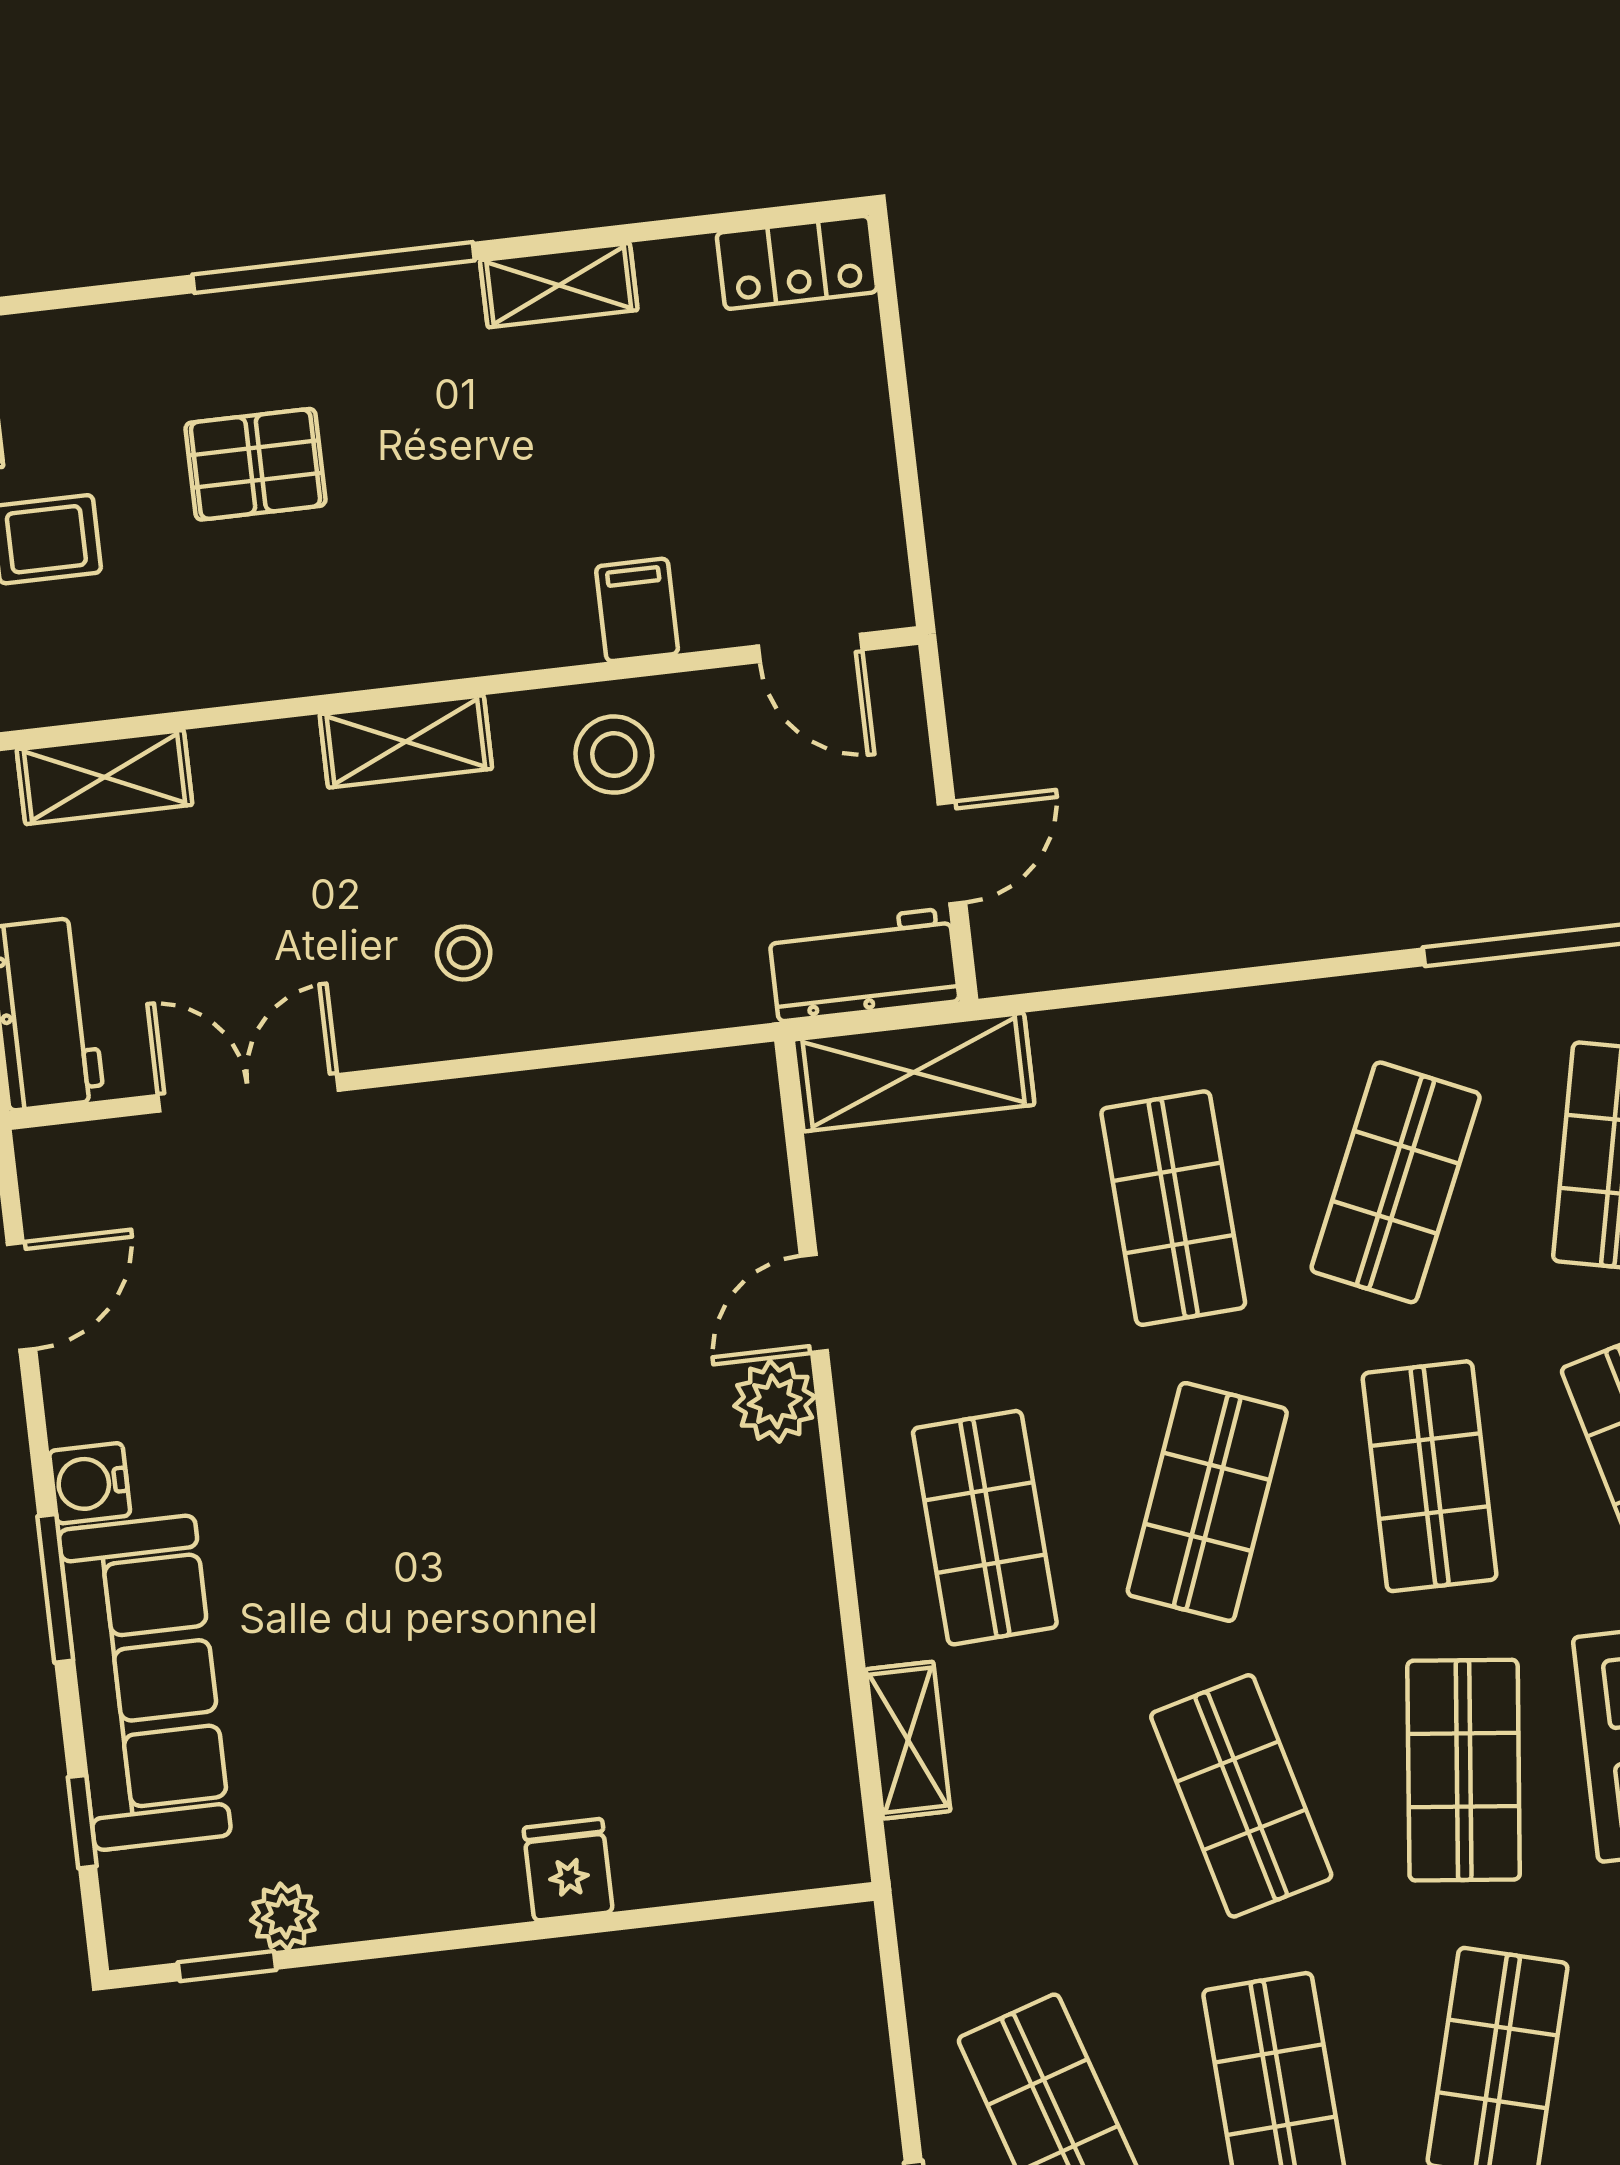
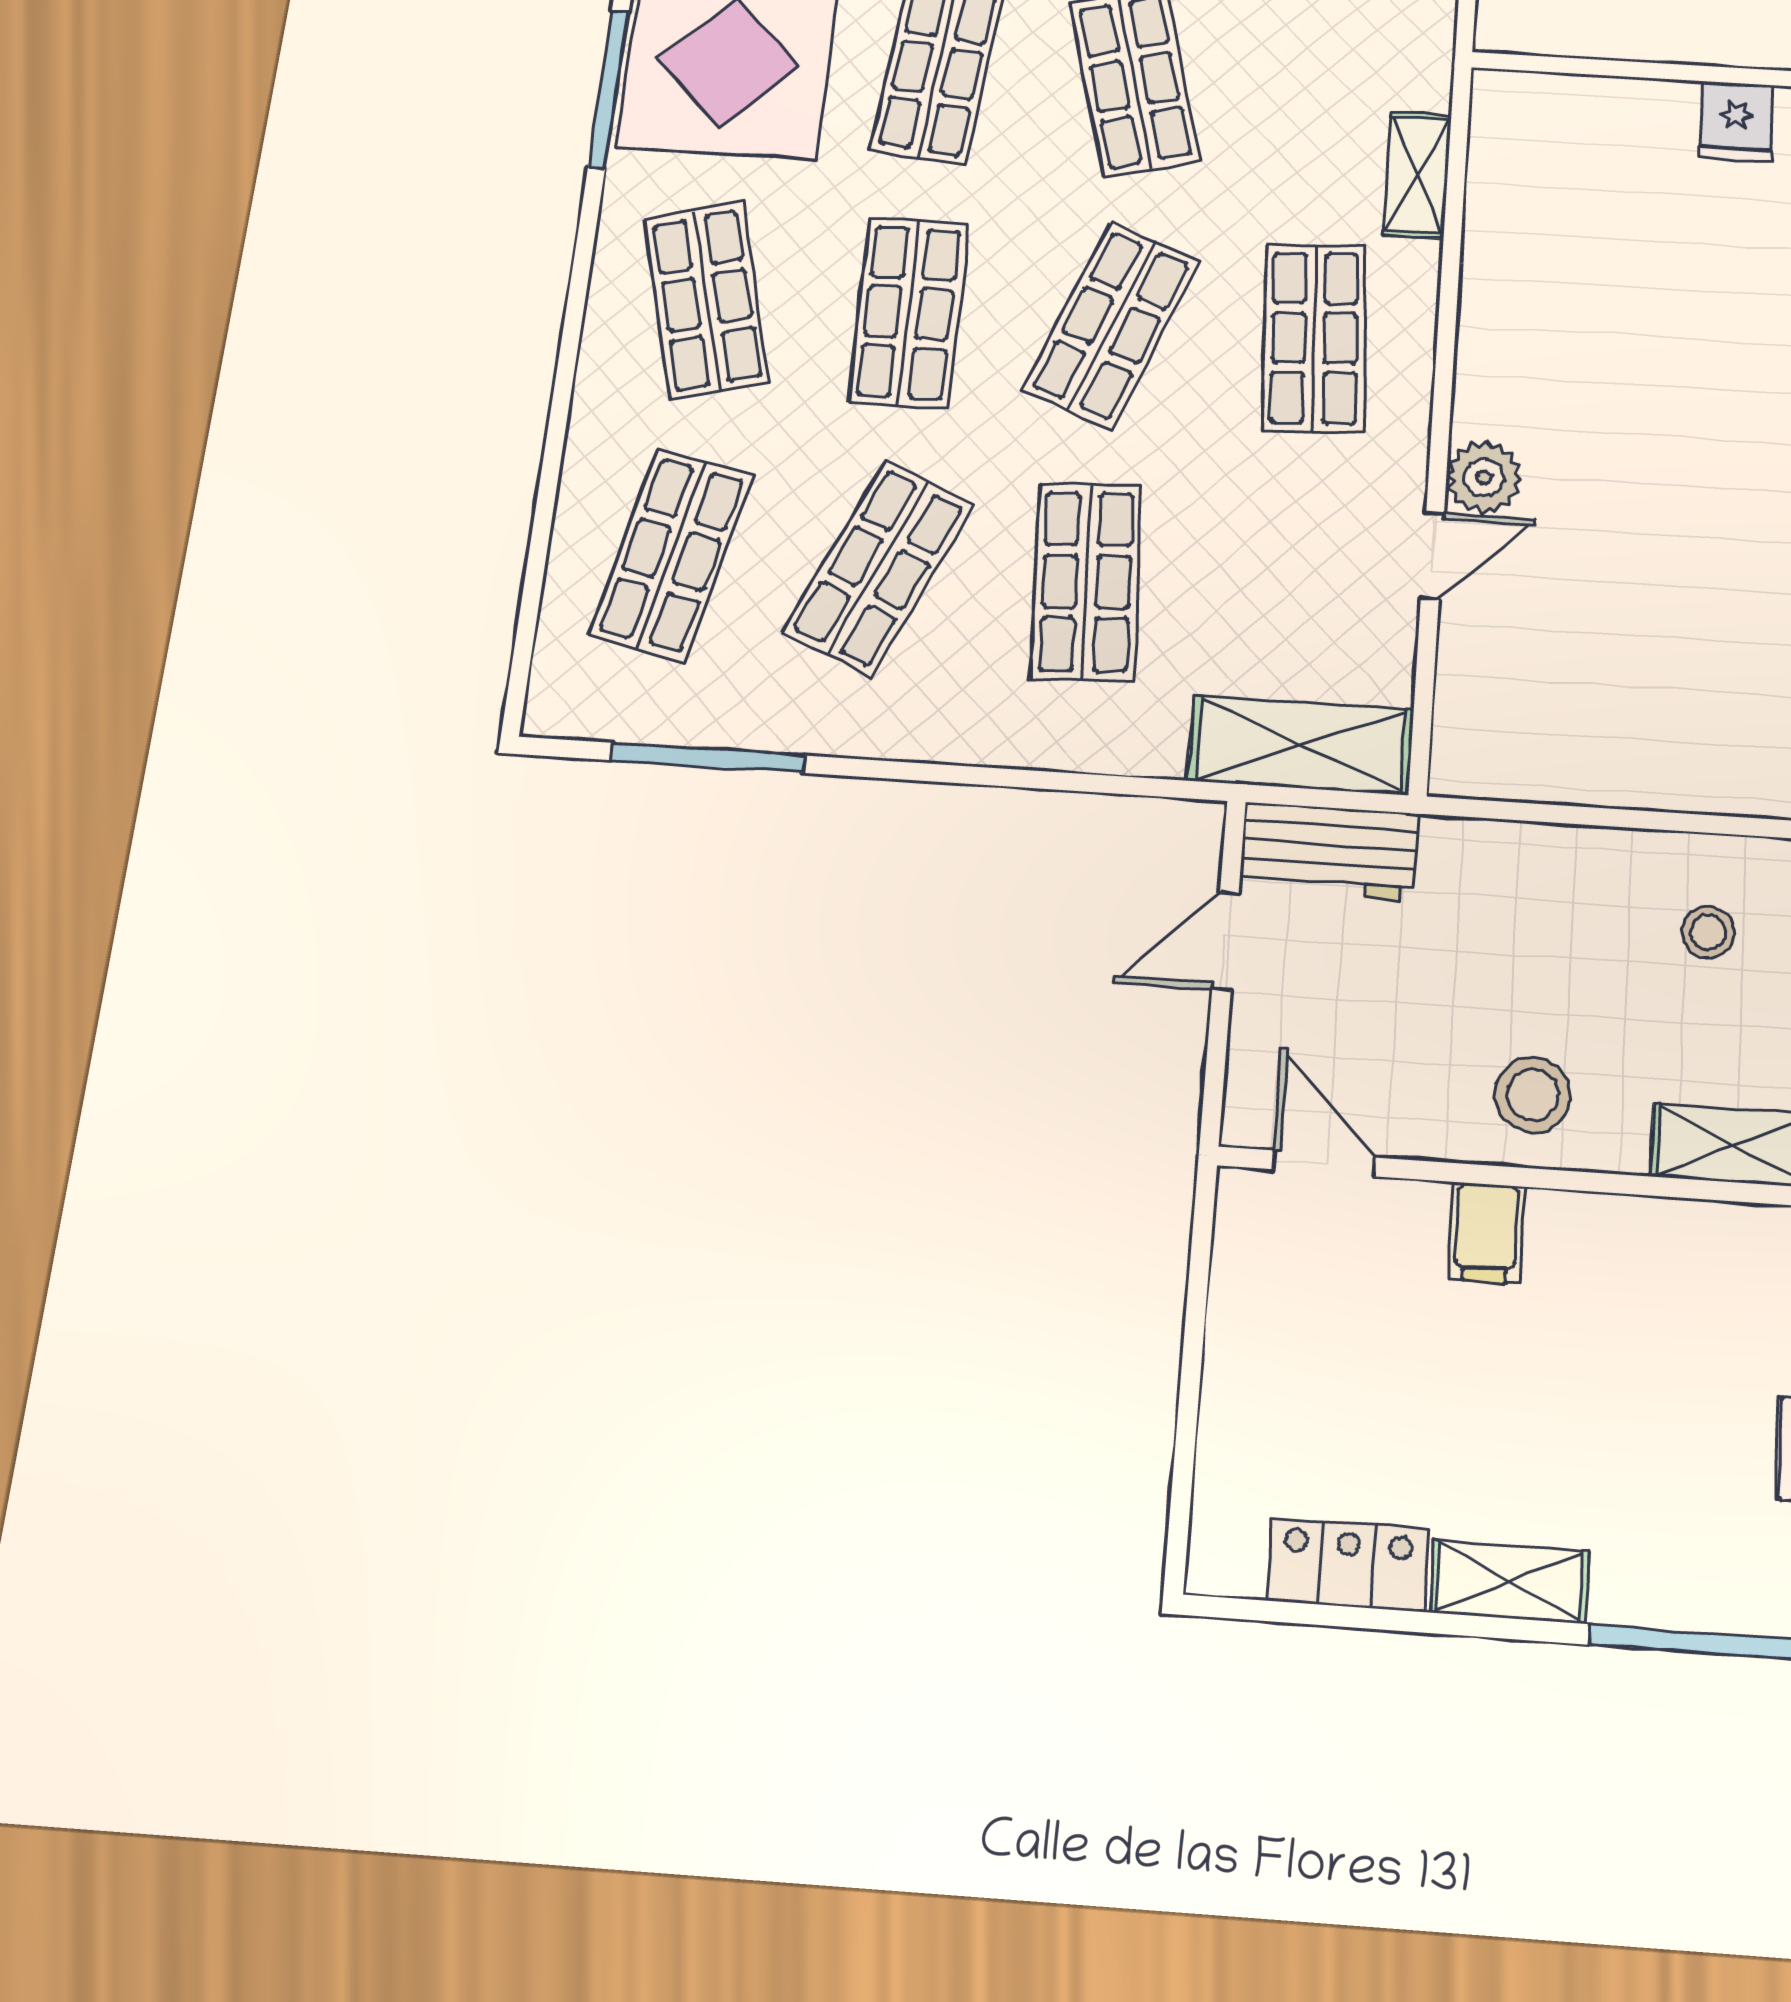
locker: (797, 262) -> (1347, 1565), moved

